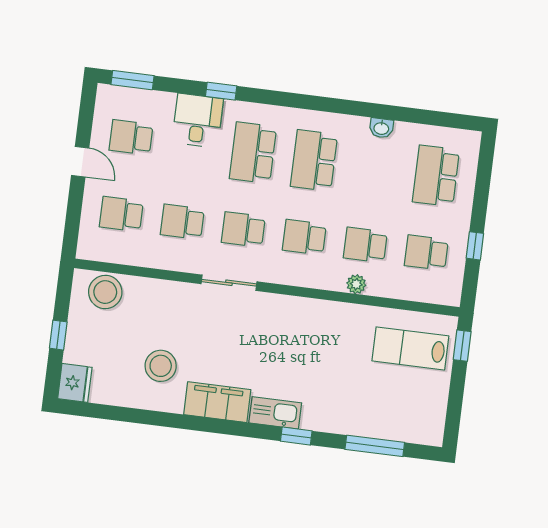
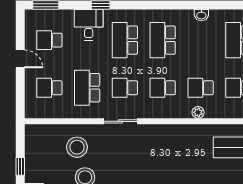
school desk: (182, 222) -> (87, 88), width x1.85
stool: (105, 292) -> (77, 147), moved

